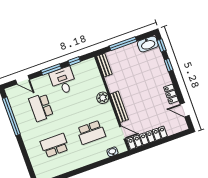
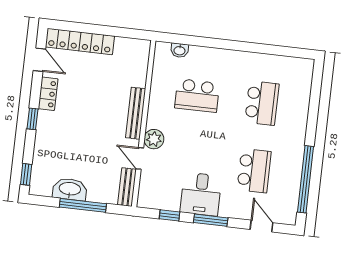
washbasin: (148, 44) -> (70, 189), moved
window: (169, 65) -> (33, 119), moved
school desk: (91, 132) -> (197, 96), turned 180
door: (123, 133) -> (140, 158), moved
locker: (147, 138) -> (80, 42), moved
school desk: (55, 145) -> (262, 103), turned -90

